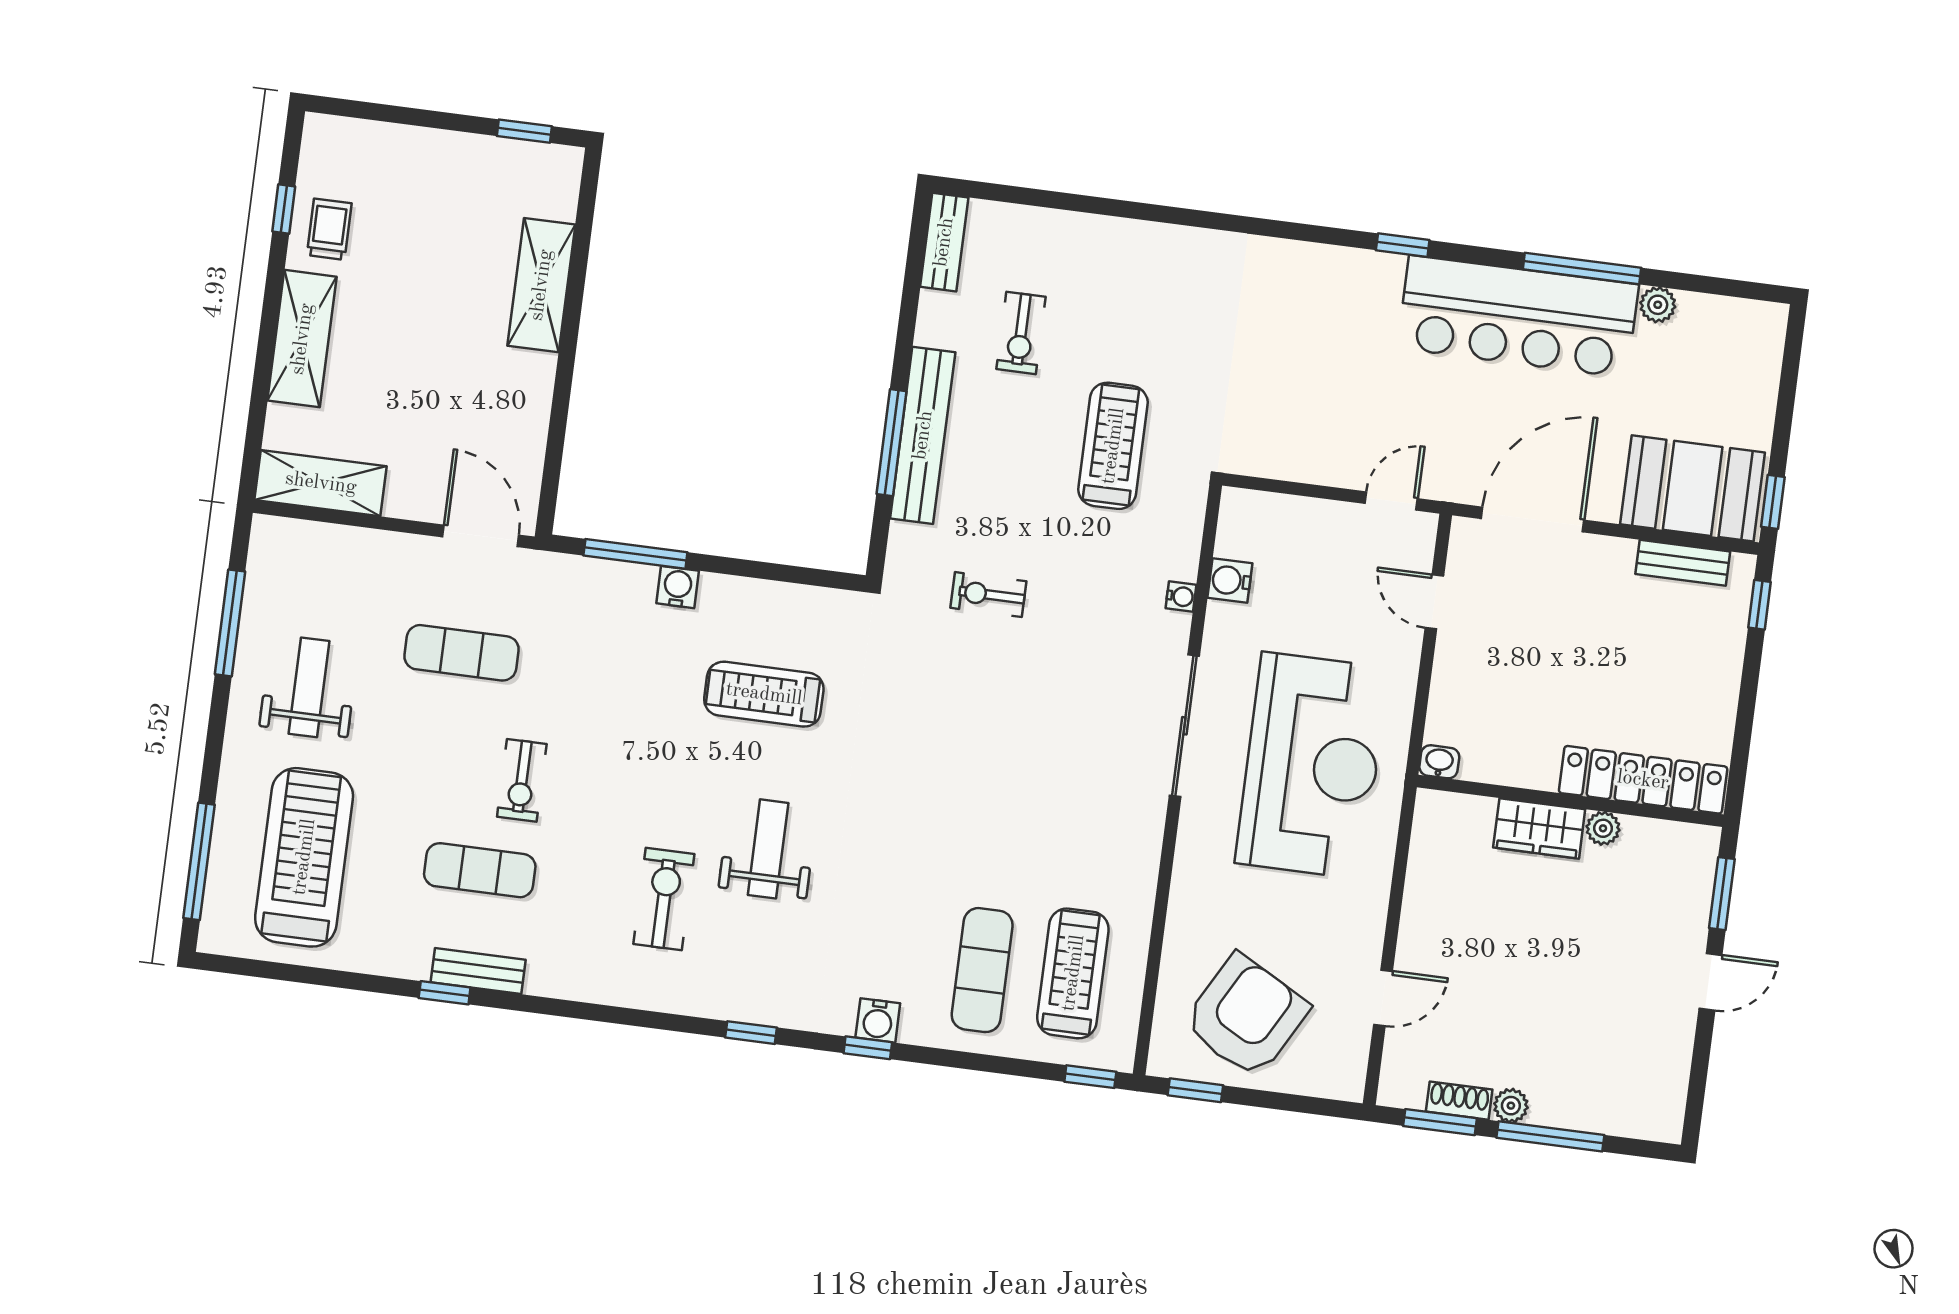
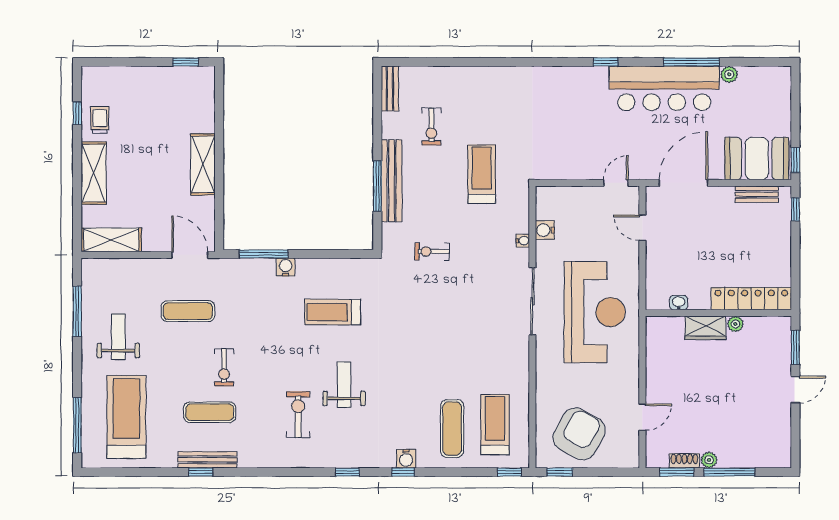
shelving: (541, 285) -> (203, 164), moved
washbasin: (1439, 762) -> (679, 303), moved
bench: (478, 971) -> (207, 460), width x1.36

